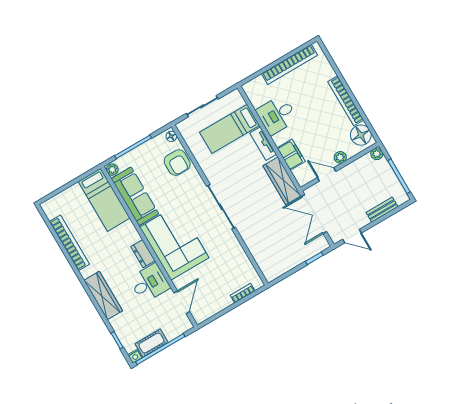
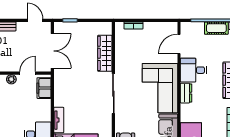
filing cabinet: (291, 155) -> (44, 88), moved
door: (327, 174) -> (28, 73), swing flipped
wardrobe: (282, 181) -> (105, 53), moved, turned 180

